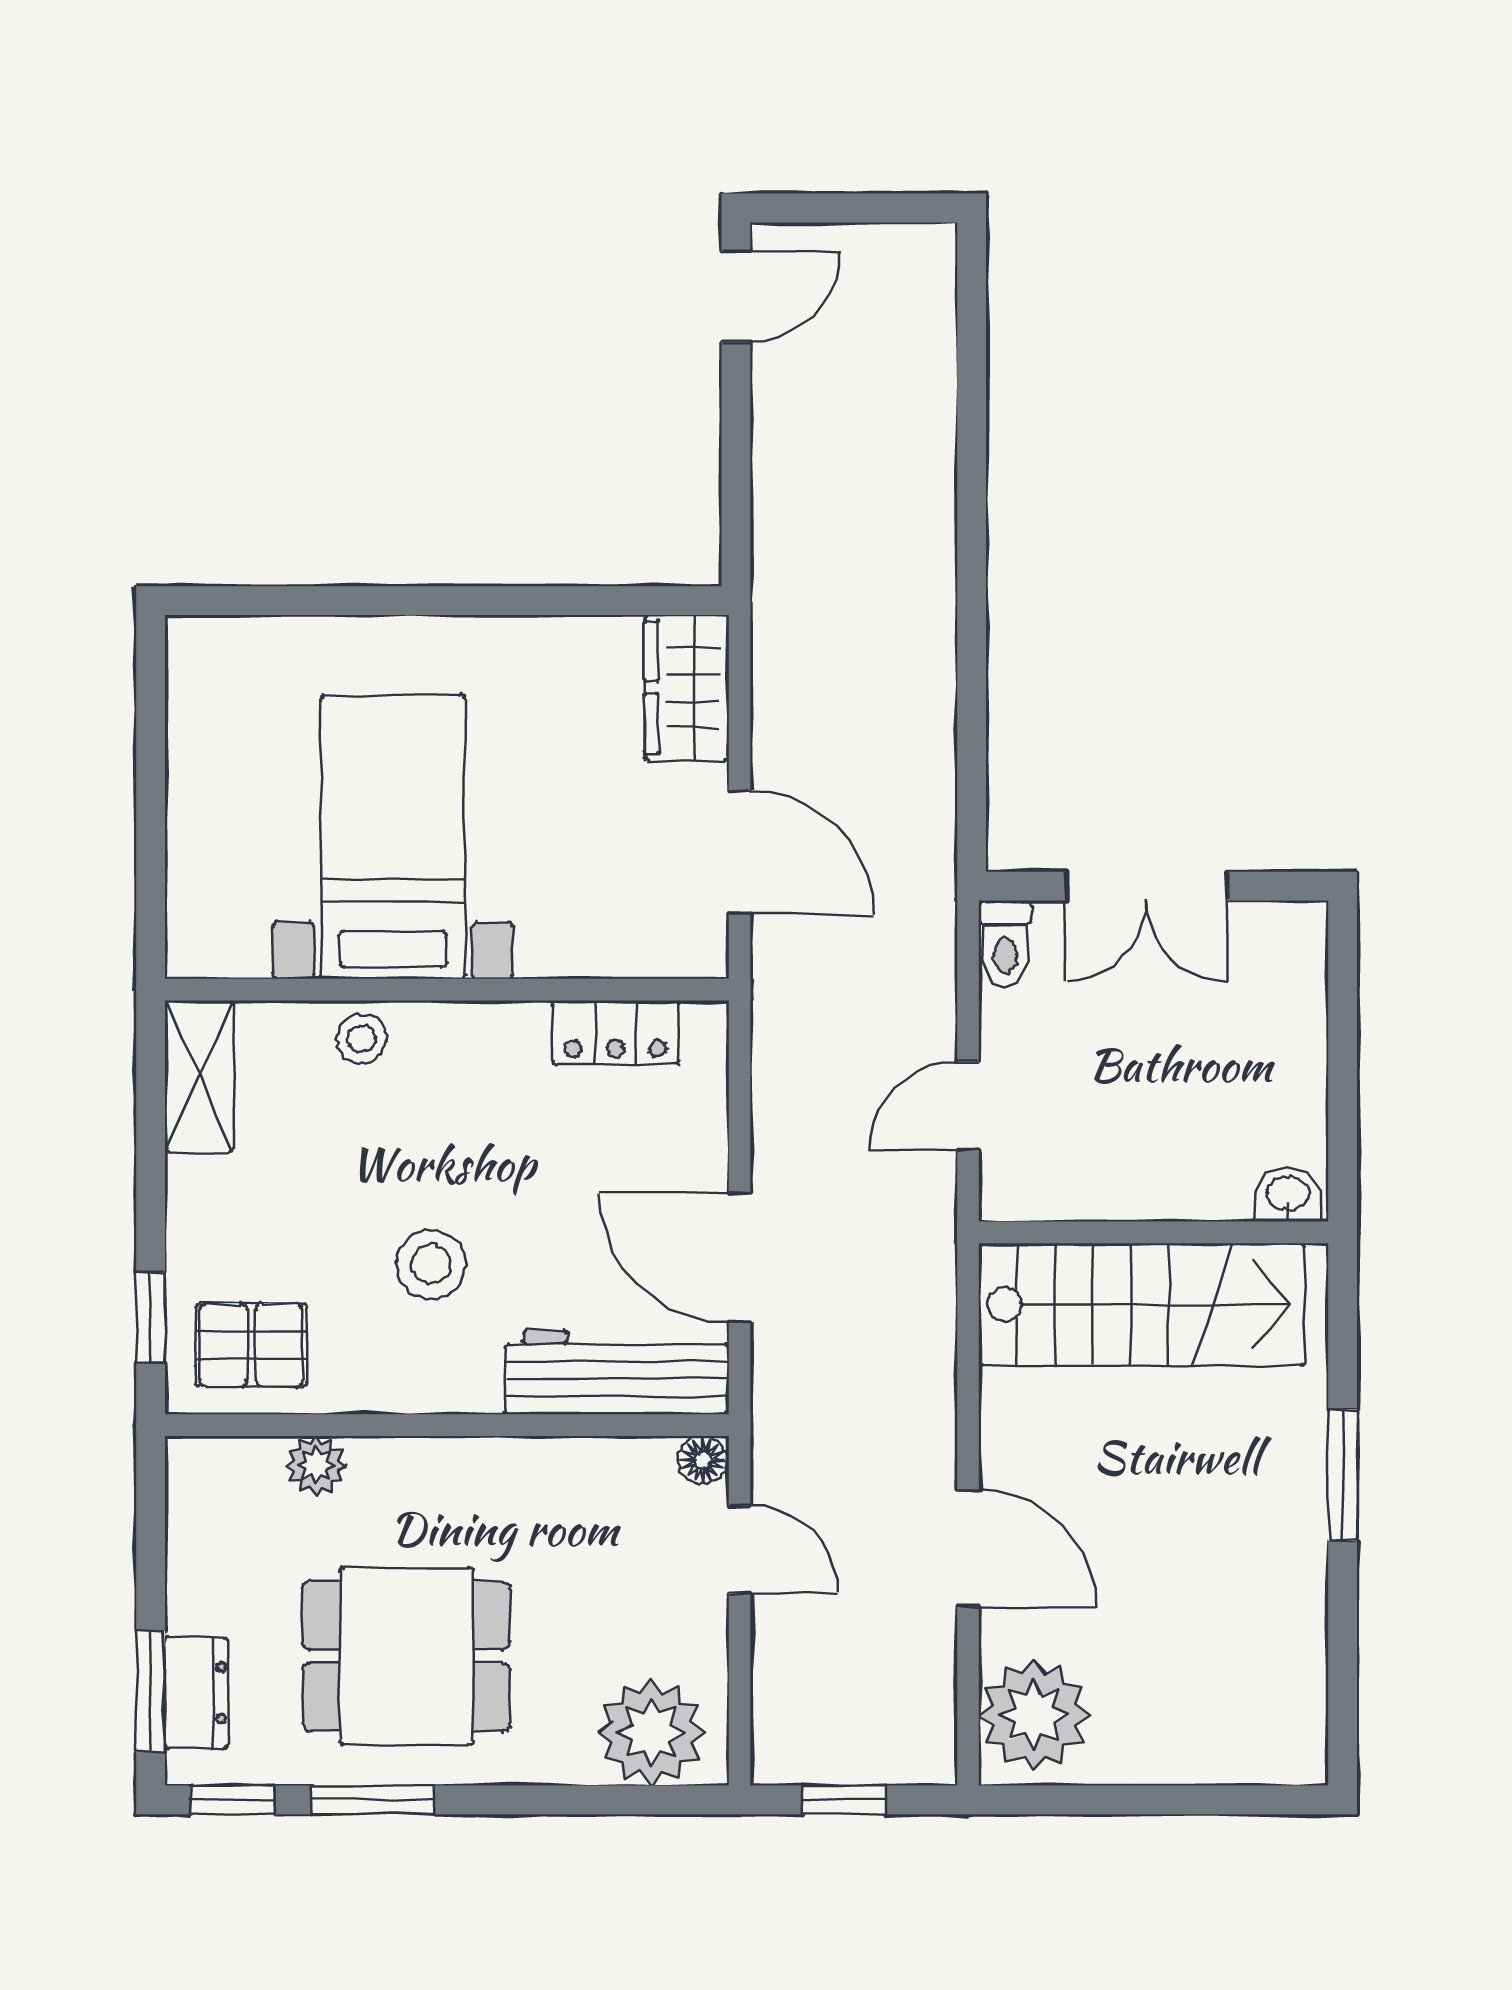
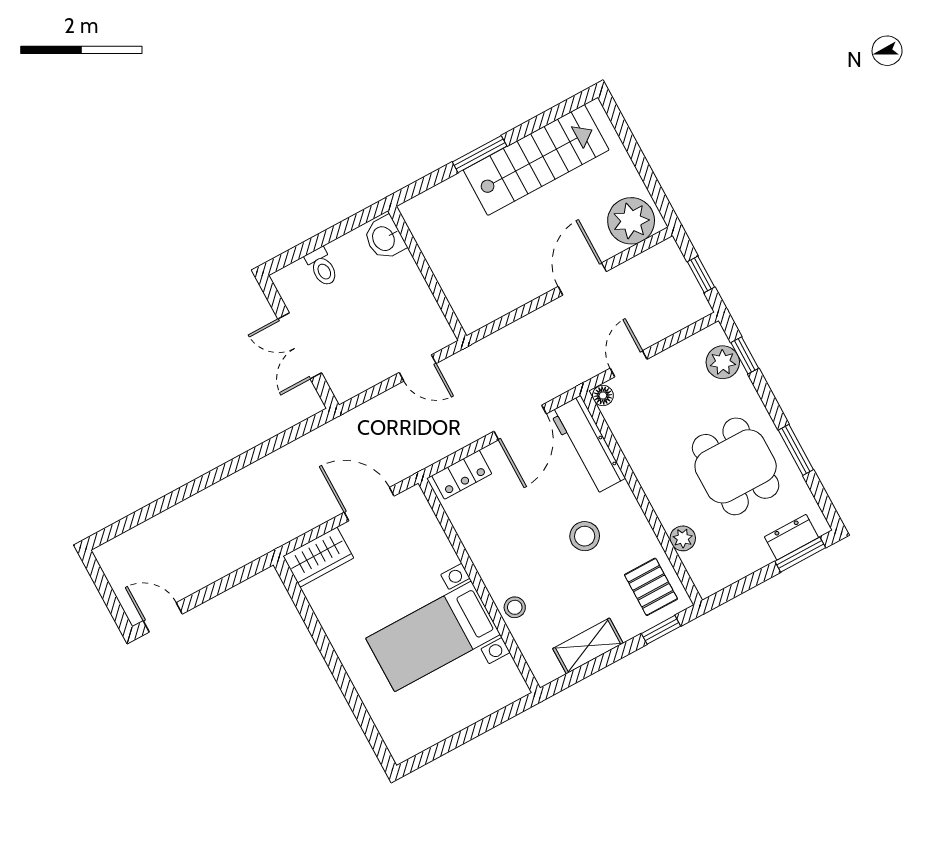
door: (740, 853) -> (369, 504), hinge flipped
double door: (1146, 886) -> (300, 346), swing flipped
toilet: (1005, 944) -> (322, 267), moved, turned 90
locker: (616, 1032) -> (462, 475), moved, turned 90
shelving: (199, 1077) -> (588, 646), moved
washbasin: (1288, 1195) -> (384, 238), width x1.38, depth x1.45
stairs: (1142, 1305) -> (536, 160), moved, turned 90
plant: (651, 1732) -> (723, 362), width x0.73, depth x0.73
window: (233, 1800) -> (745, 355), moved

